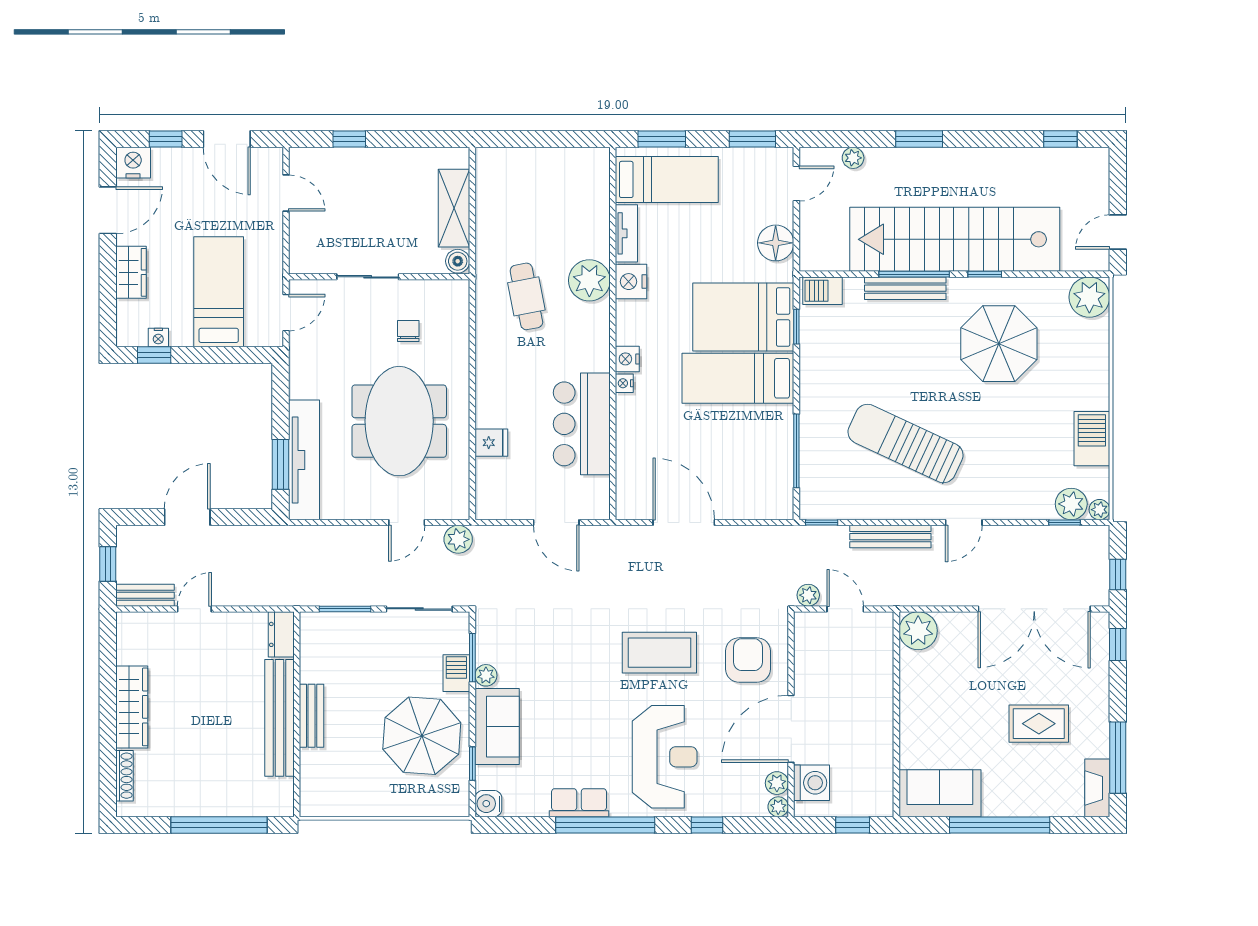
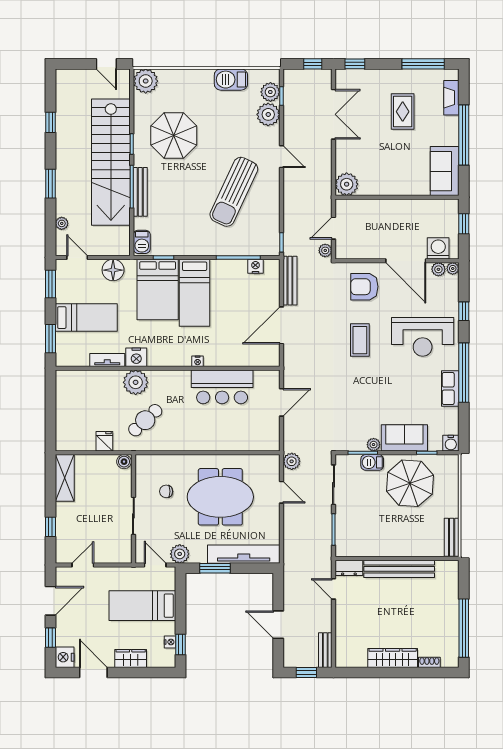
window: (1060, 139) -> (50, 122), moved
bed: (667, 179) -> (86, 318), moved, turned 90
shelving: (454, 208) -> (65, 478), moved, turned 90
cafe table: (526, 296) -> (145, 420), turned -32
plant: (304, 354) -> (180, 554), added
nightstand: (627, 359) -> (256, 266), moved, turned 180
fridge: (491, 443) -> (104, 441), moved
window: (281, 464) -> (215, 568), moved
plant: (1099, 510) -> (268, 114), moved, width x1.88, depth x1.88
bench: (890, 537) -> (290, 281), moved
door: (194, 609) -> (334, 589), moved
double door: (1034, 609) -> (334, 114), width x0.73
coffee table: (659, 653) -> (360, 340), width x0.73, depth x0.76
bench: (312, 716) -> (452, 537), moved, turned 90
reception desk: (665, 757) -> (423, 337), turned 180
shoe rack: (124, 776) -> (429, 662), width x0.70
fireplace: (1097, 788) -> (451, 98), moved, turned 90
window: (219, 825) -> (464, 628), moved

